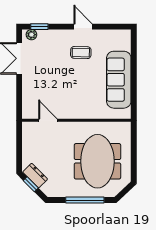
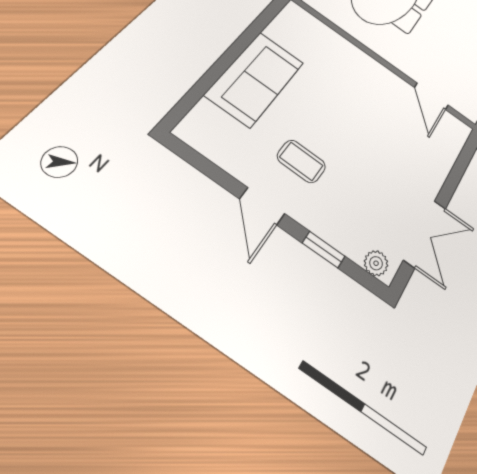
window: (39, 27) -> (324, 250), moved
sofa: (119, 80) -> (255, 79), width x0.73

